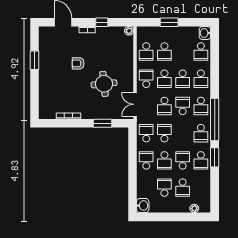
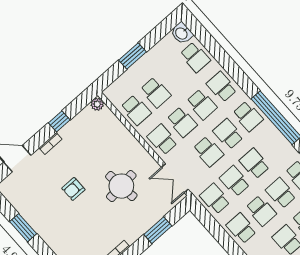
school desk: (201, 79) -> (222, 87), turned 180
school desk: (201, 133) -> (254, 164), moved, turned 180

